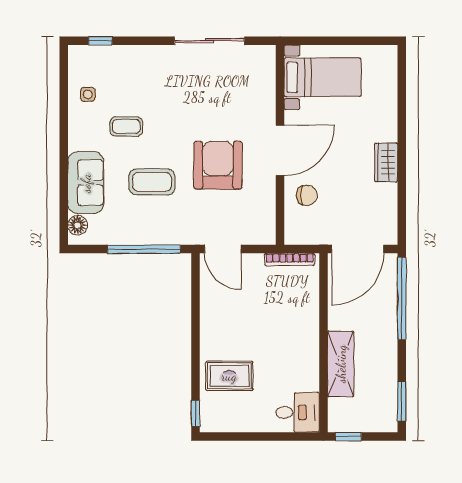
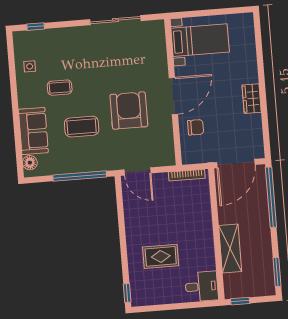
rug: (229, 376) -> (161, 256), moved

